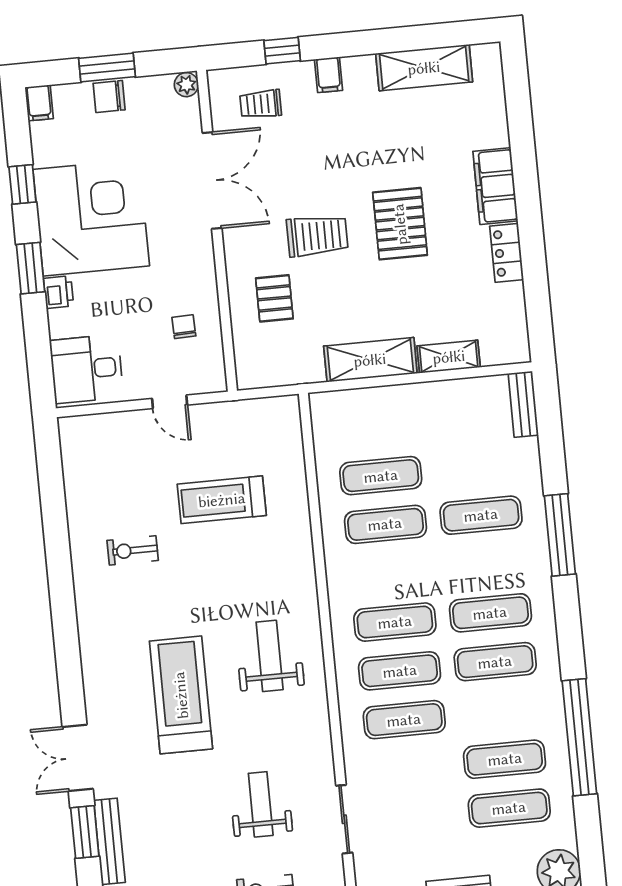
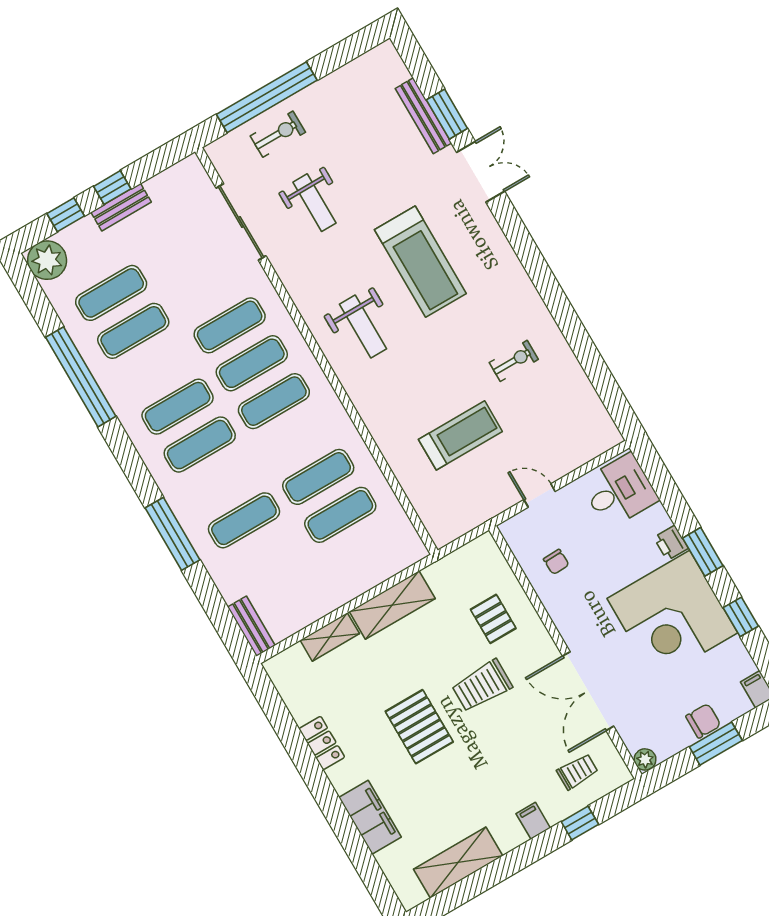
filing cabinet: (495, 186) -> (370, 817), moved
sliding door: (344, 819) -> (241, 222), width x1.37

